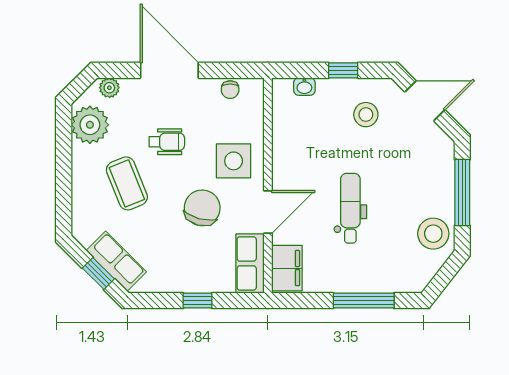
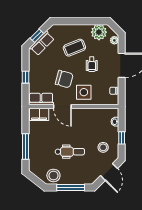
dental chair: (350, 208) -> (70, 152), moved

